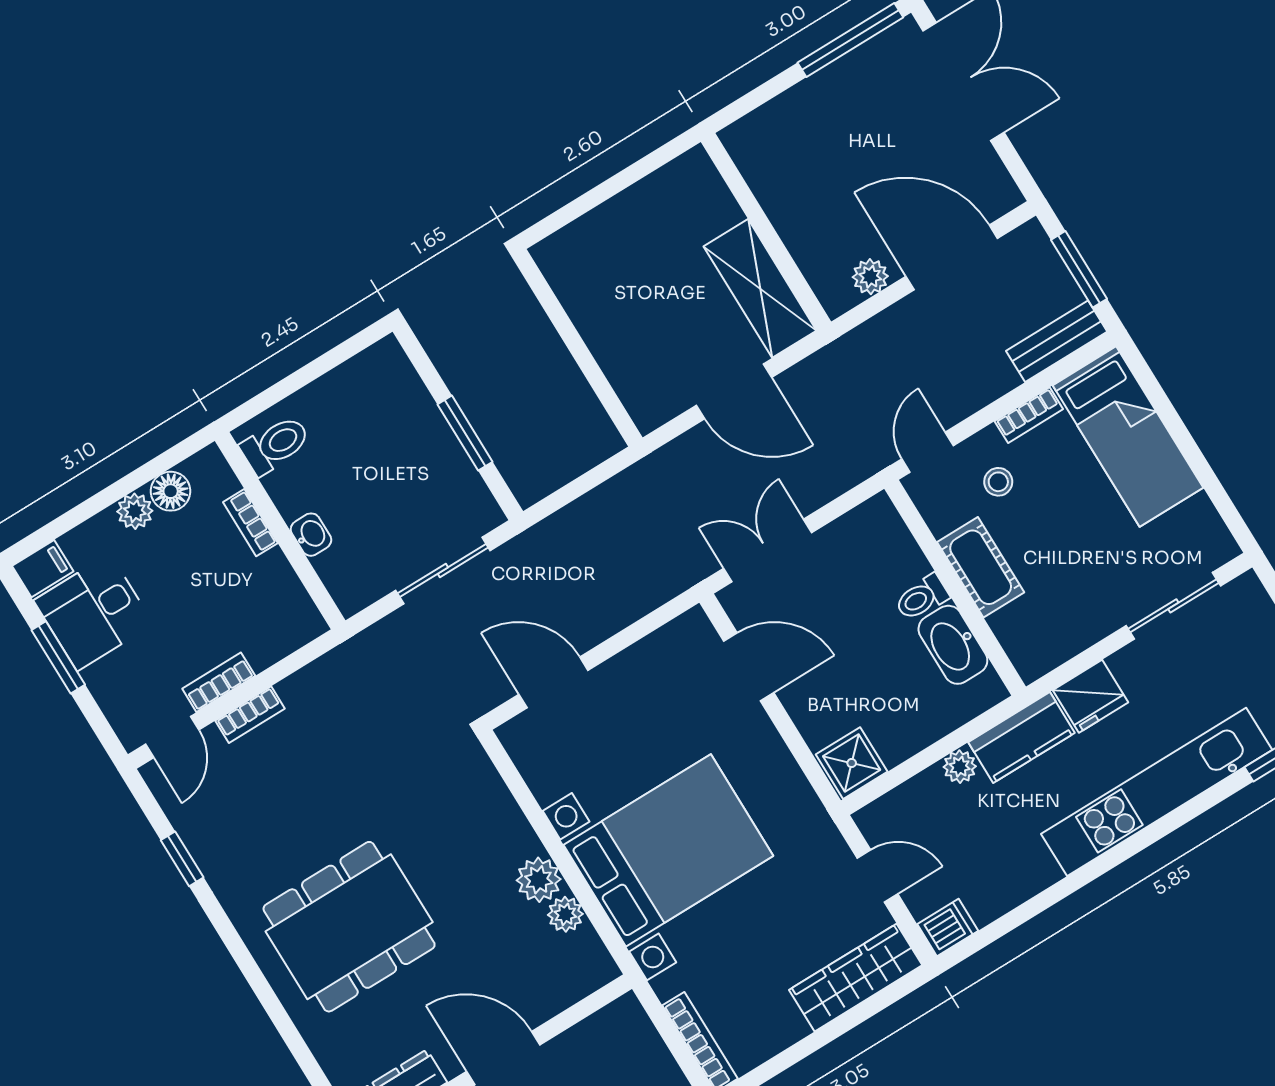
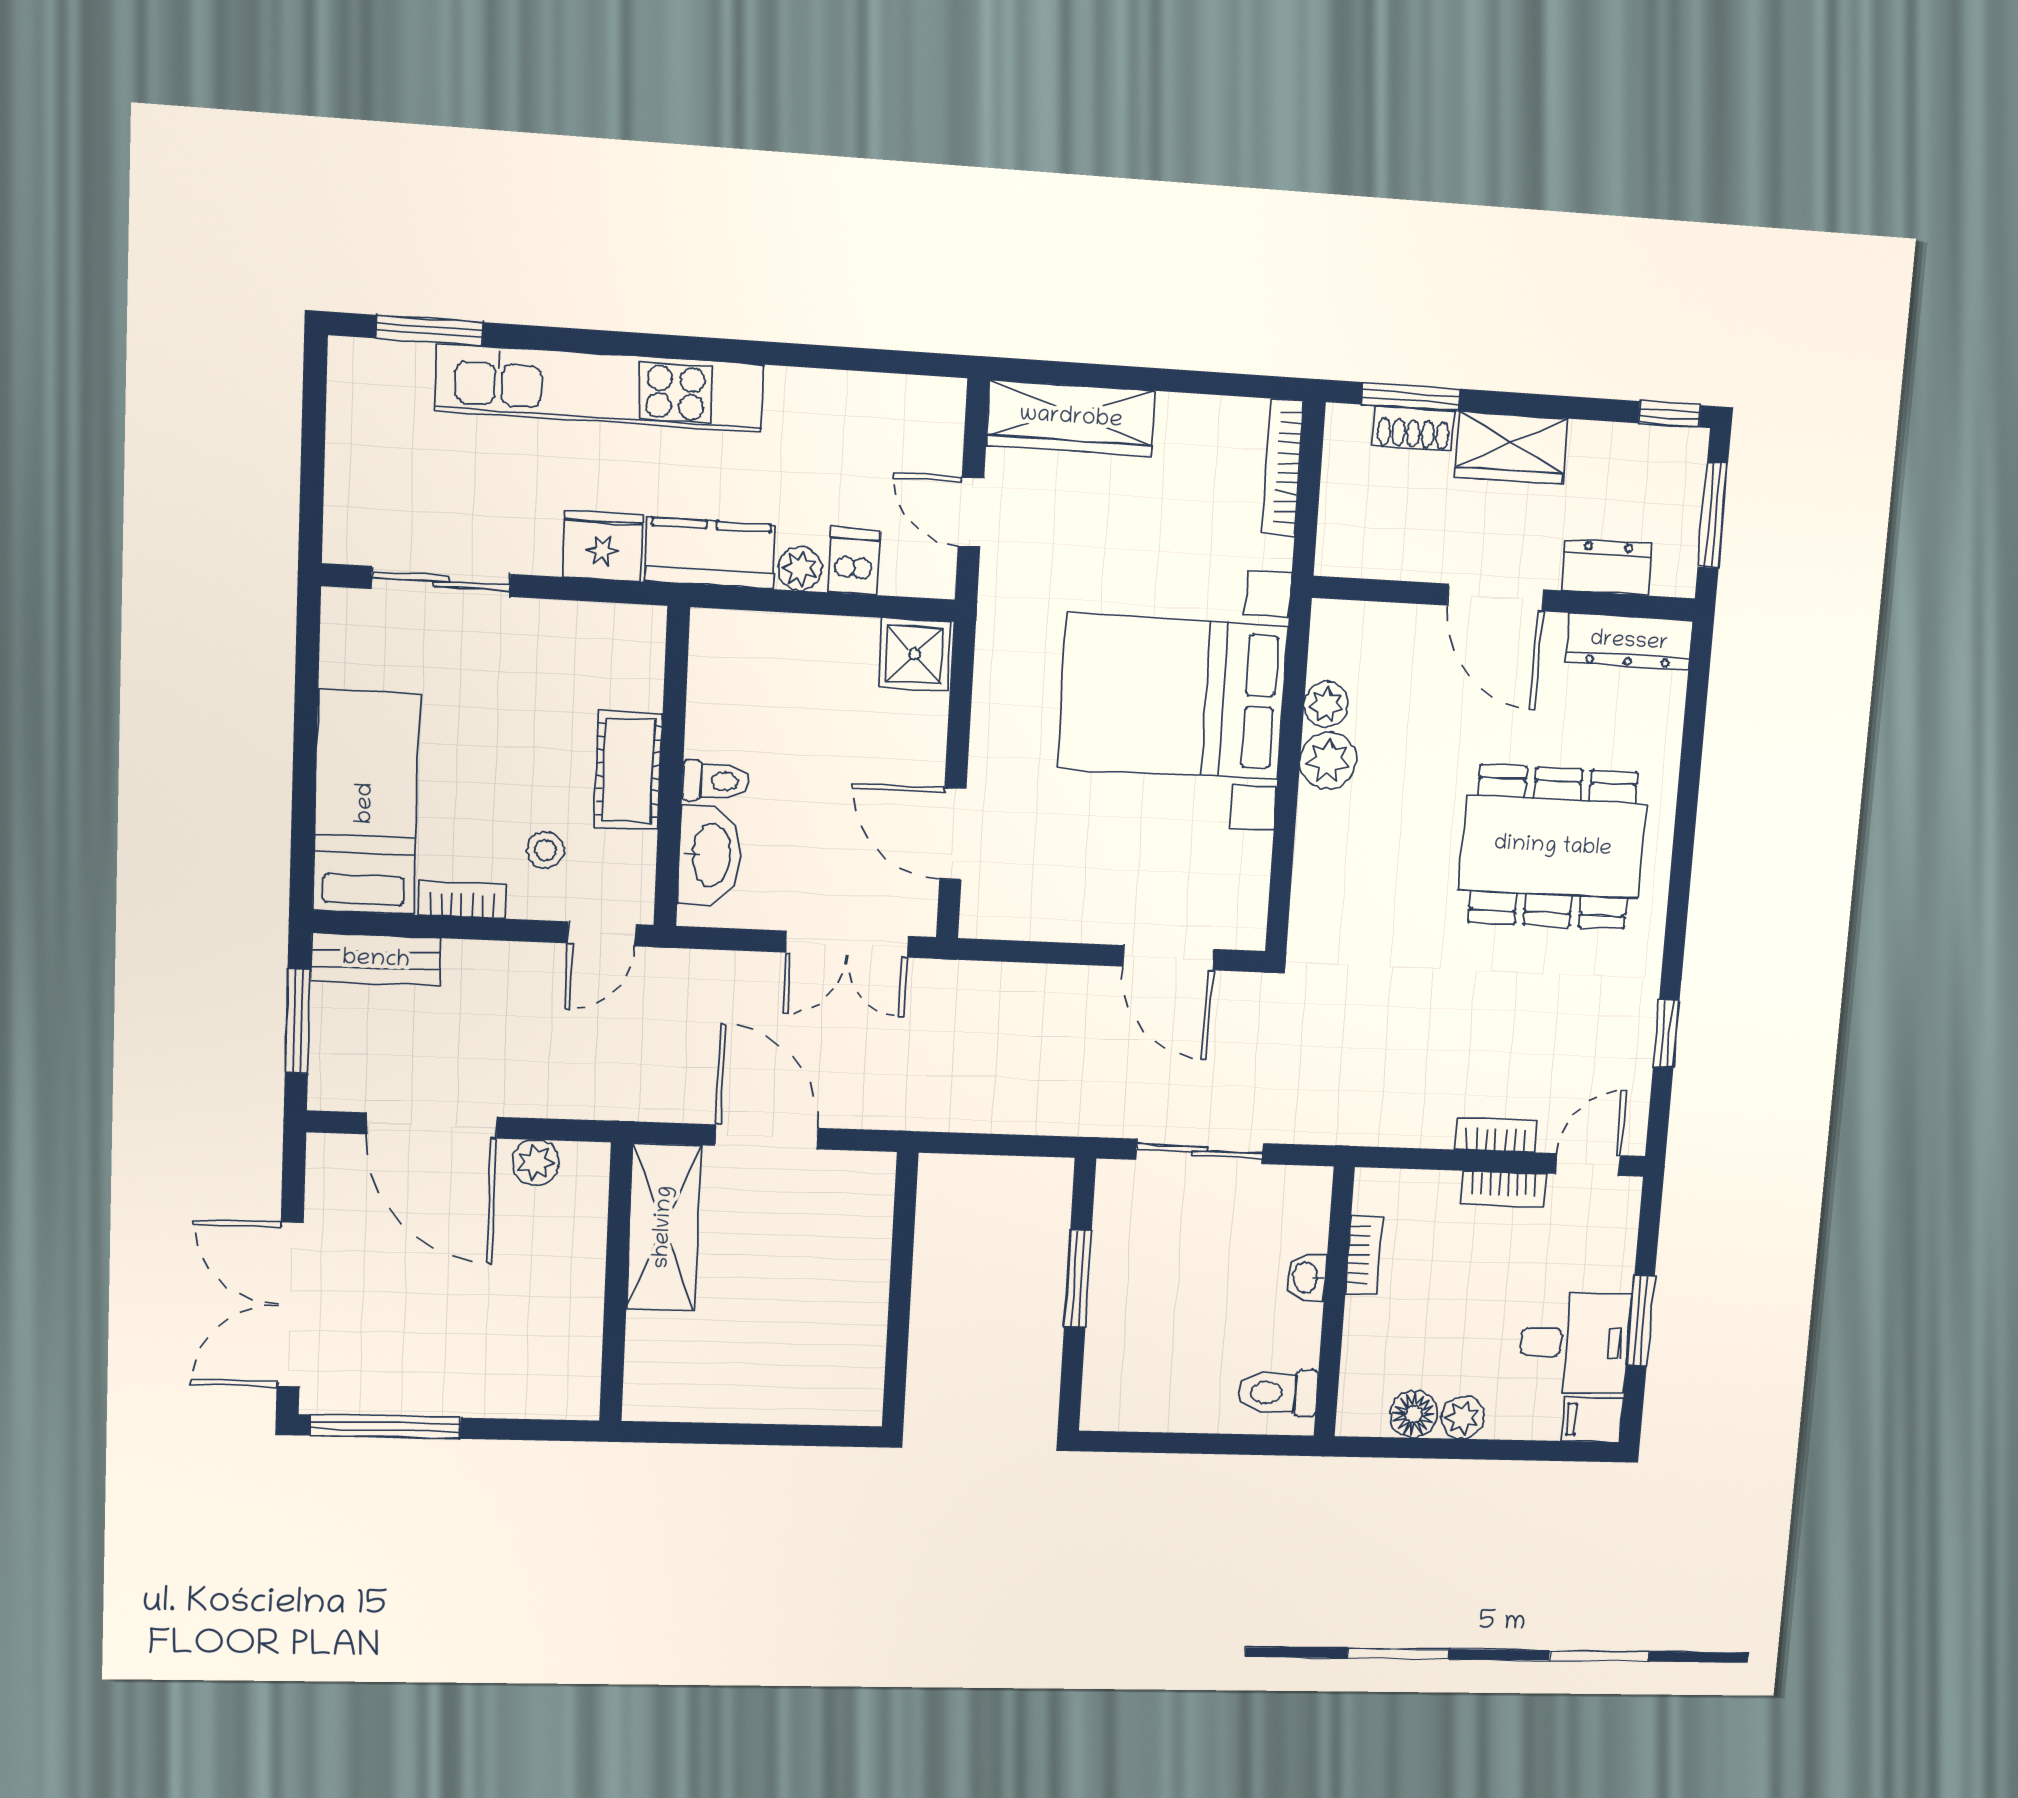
bookcase: (250, 523) -> (1364, 1255), moved
washbasin: (953, 645) -> (710, 855), moved
dishwasher: (948, 927) -> (854, 561), moved, turned 90

